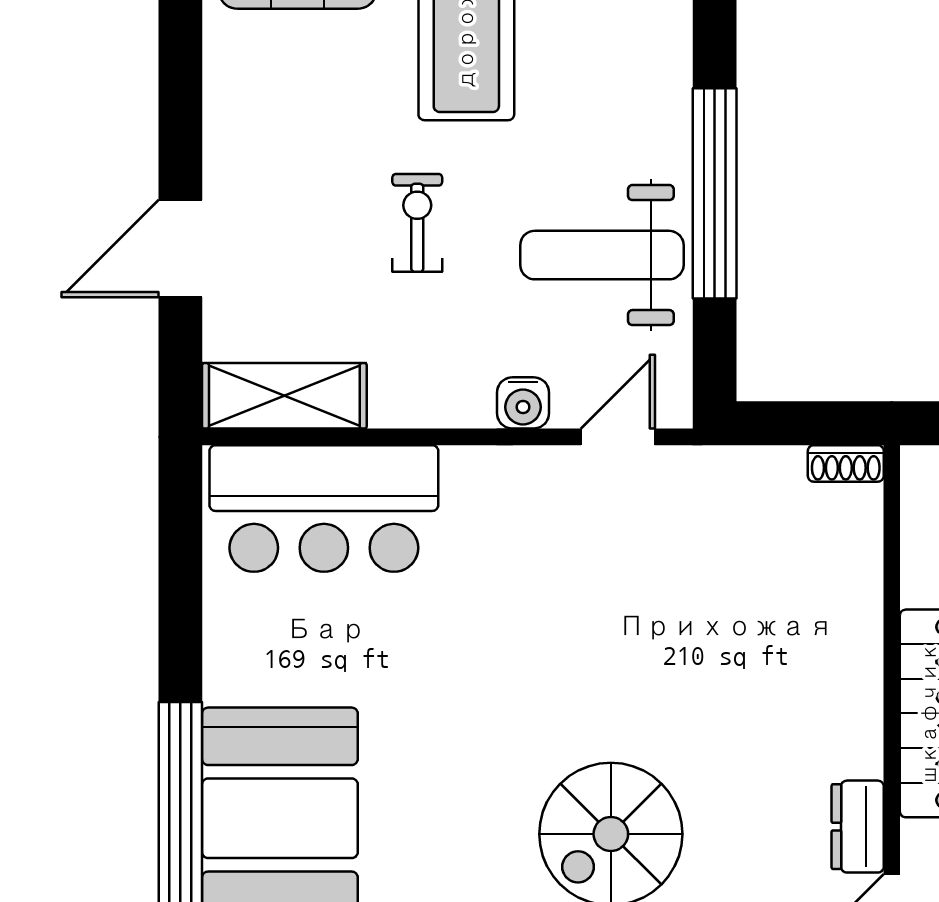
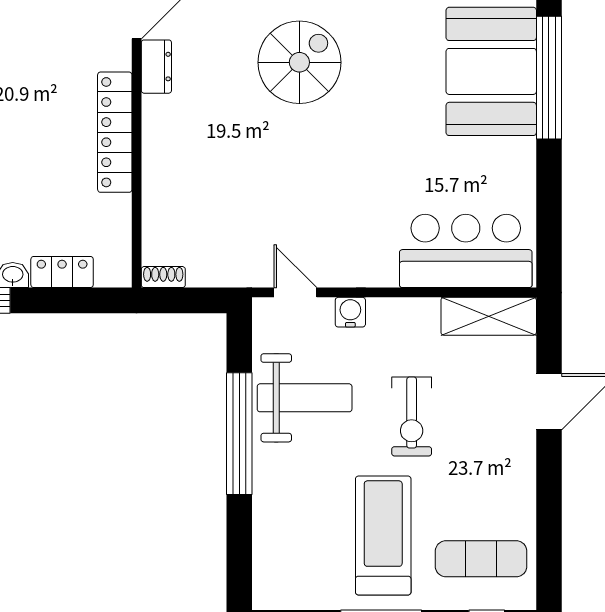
exercise bike: (417, 223) -> (412, 416), width x1.38, depth x1.39
door: (618, 437) -> (295, 292), swing flipped

